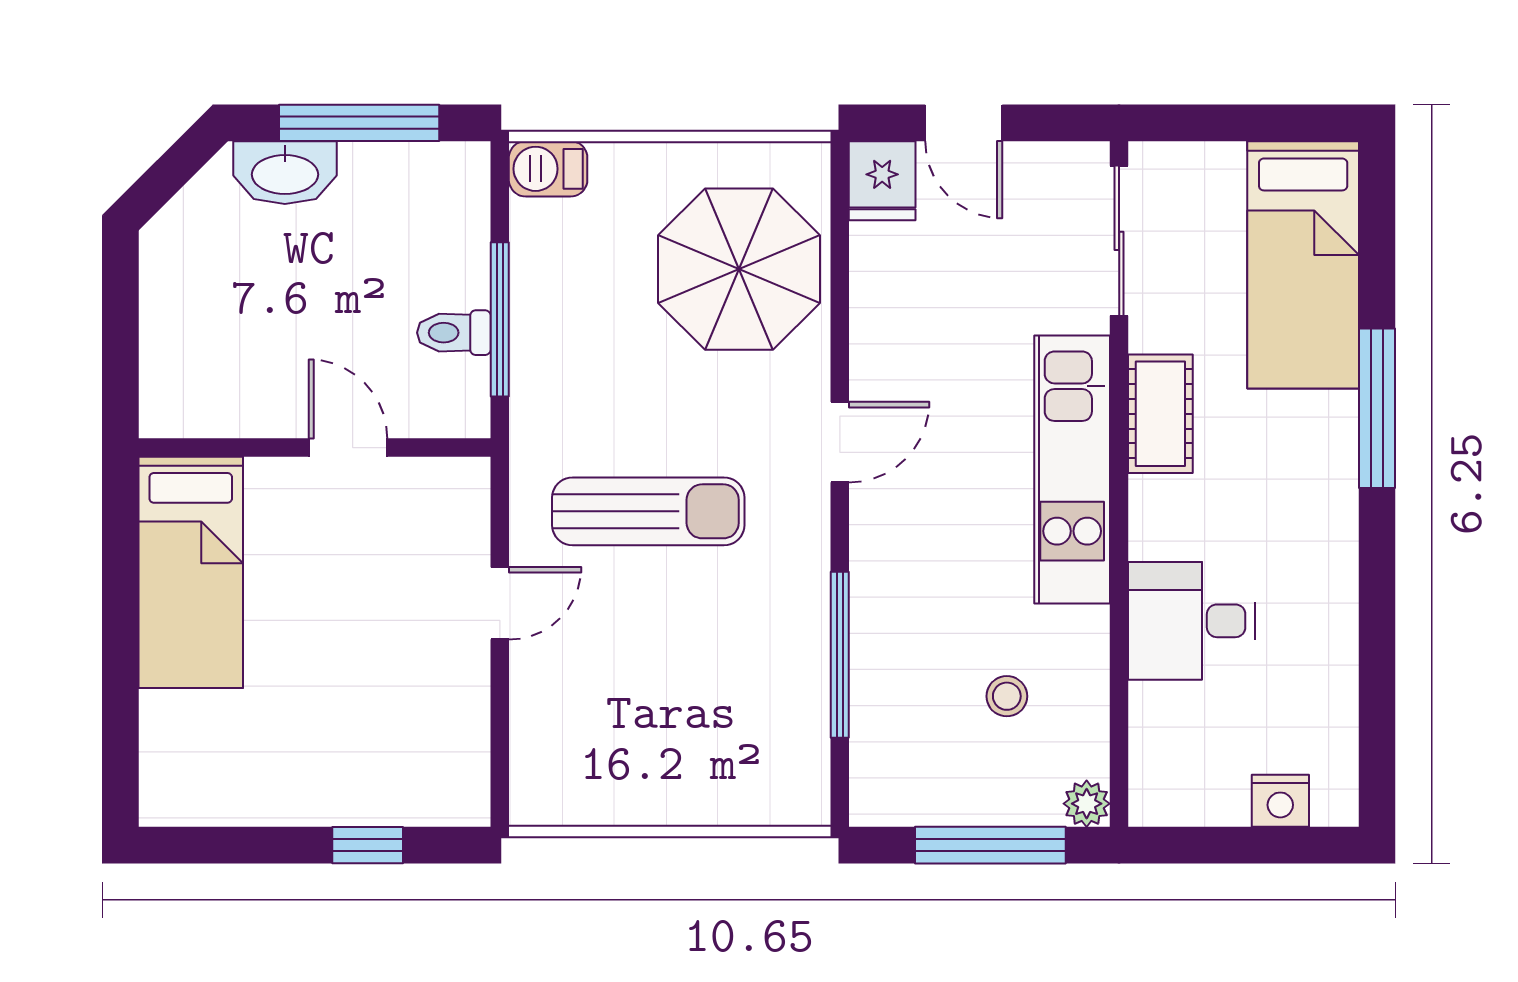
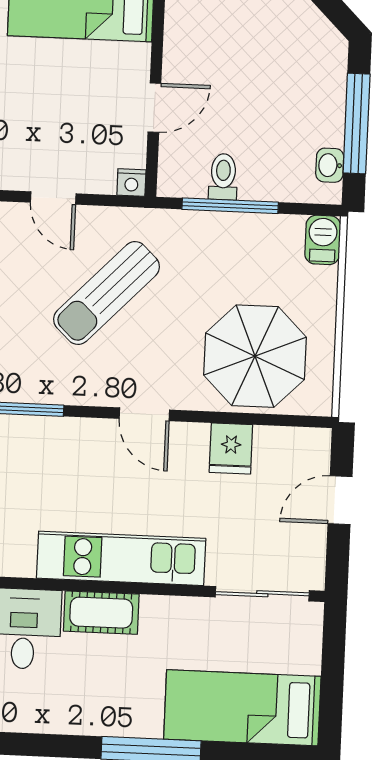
washbasin: (285, 173) -> (330, 165), moved, width x0.52, depth x0.69
fridge: (882, 181) -> (231, 448), moved, turned -90
cot: (1160, 414) -> (101, 613), moved
nightstand: (469, 479) -> (131, 182), added
sun lounger: (648, 511) -> (107, 293), turned 44

